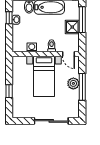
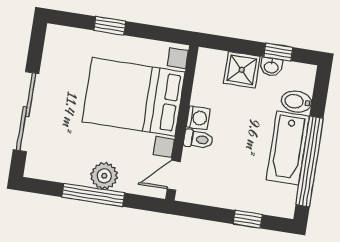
window: (82, 20) -> (248, 219), width x0.46
shower: (72, 27) -> (242, 70), moved
washing machine: (32, 47) -> (198, 118), moved
bed with nightstands: (44, 76) -> (133, 97), width x1.36

